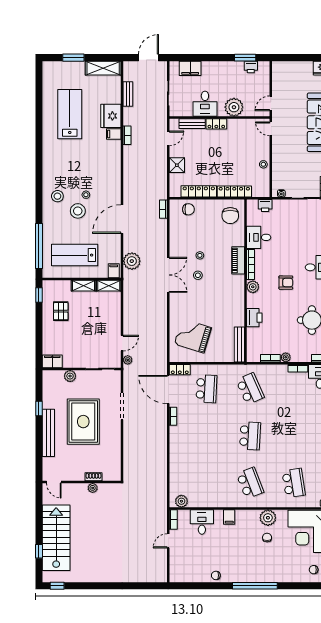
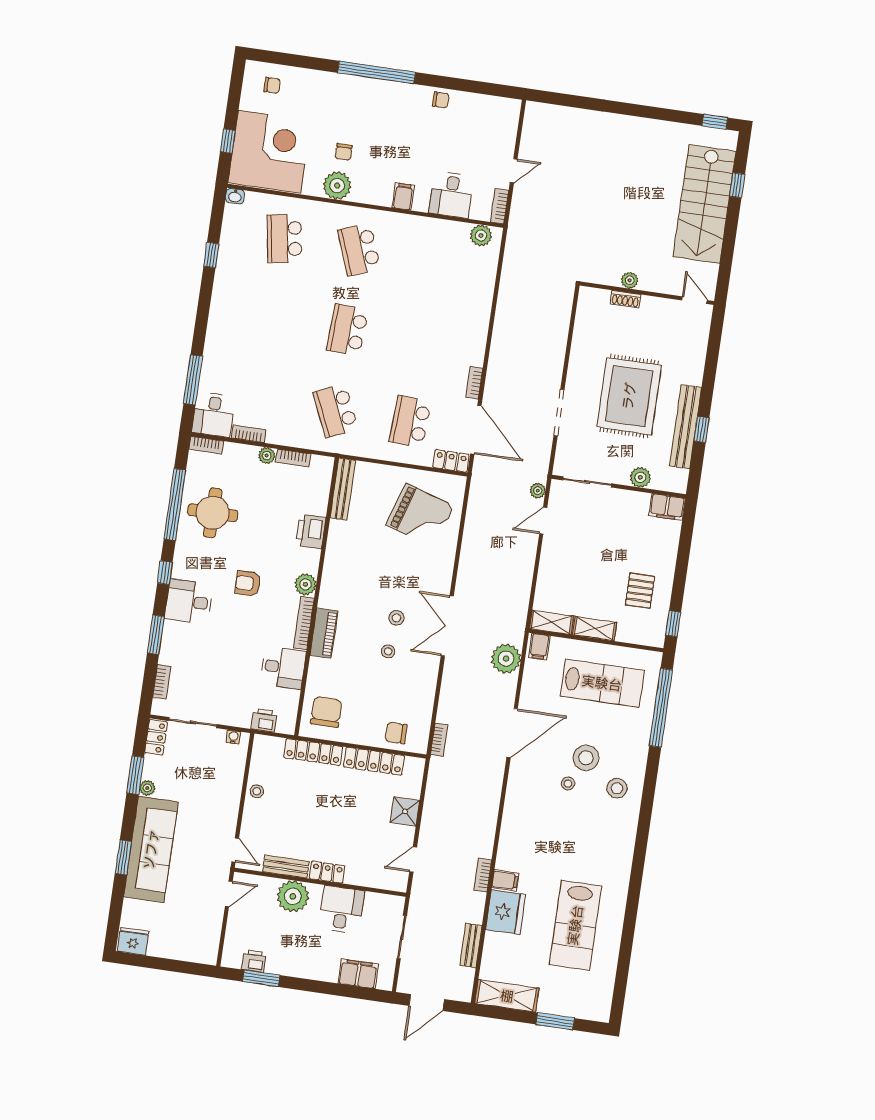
bench: (192, 124) -> (286, 867), moved
bench: (48, 433) -> (686, 427), moved

